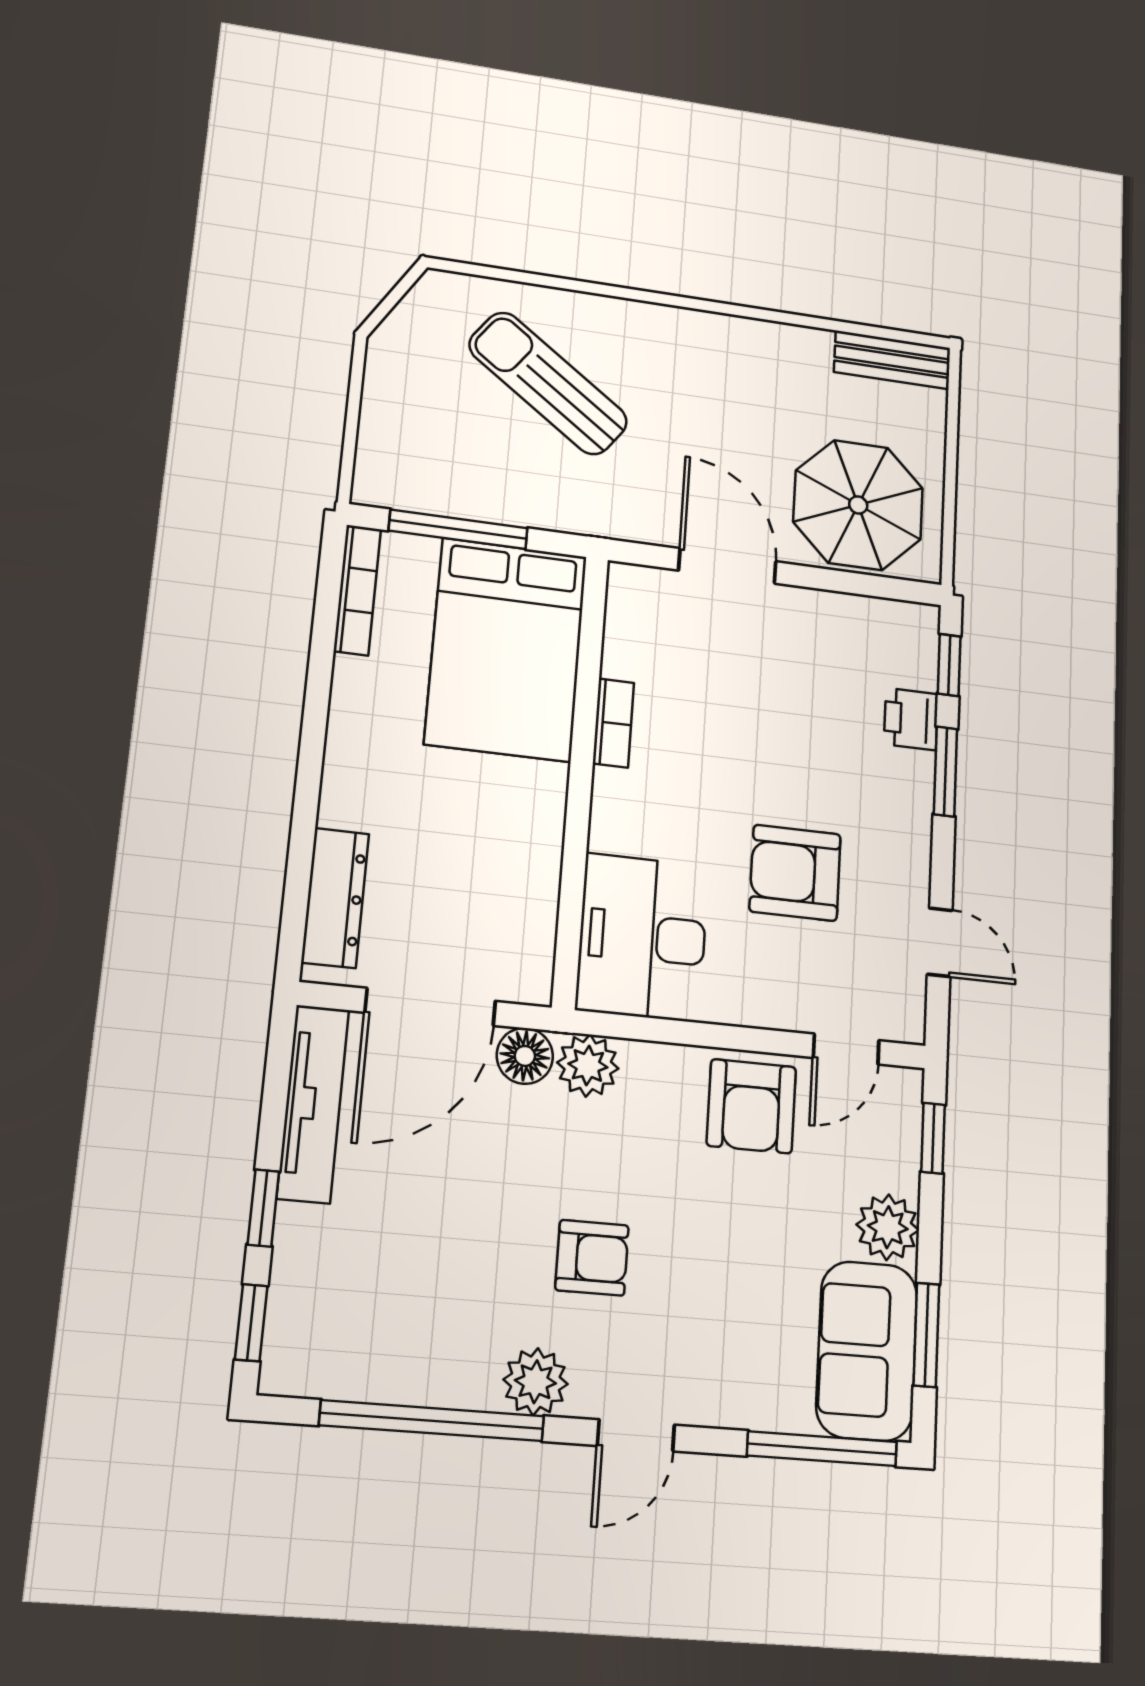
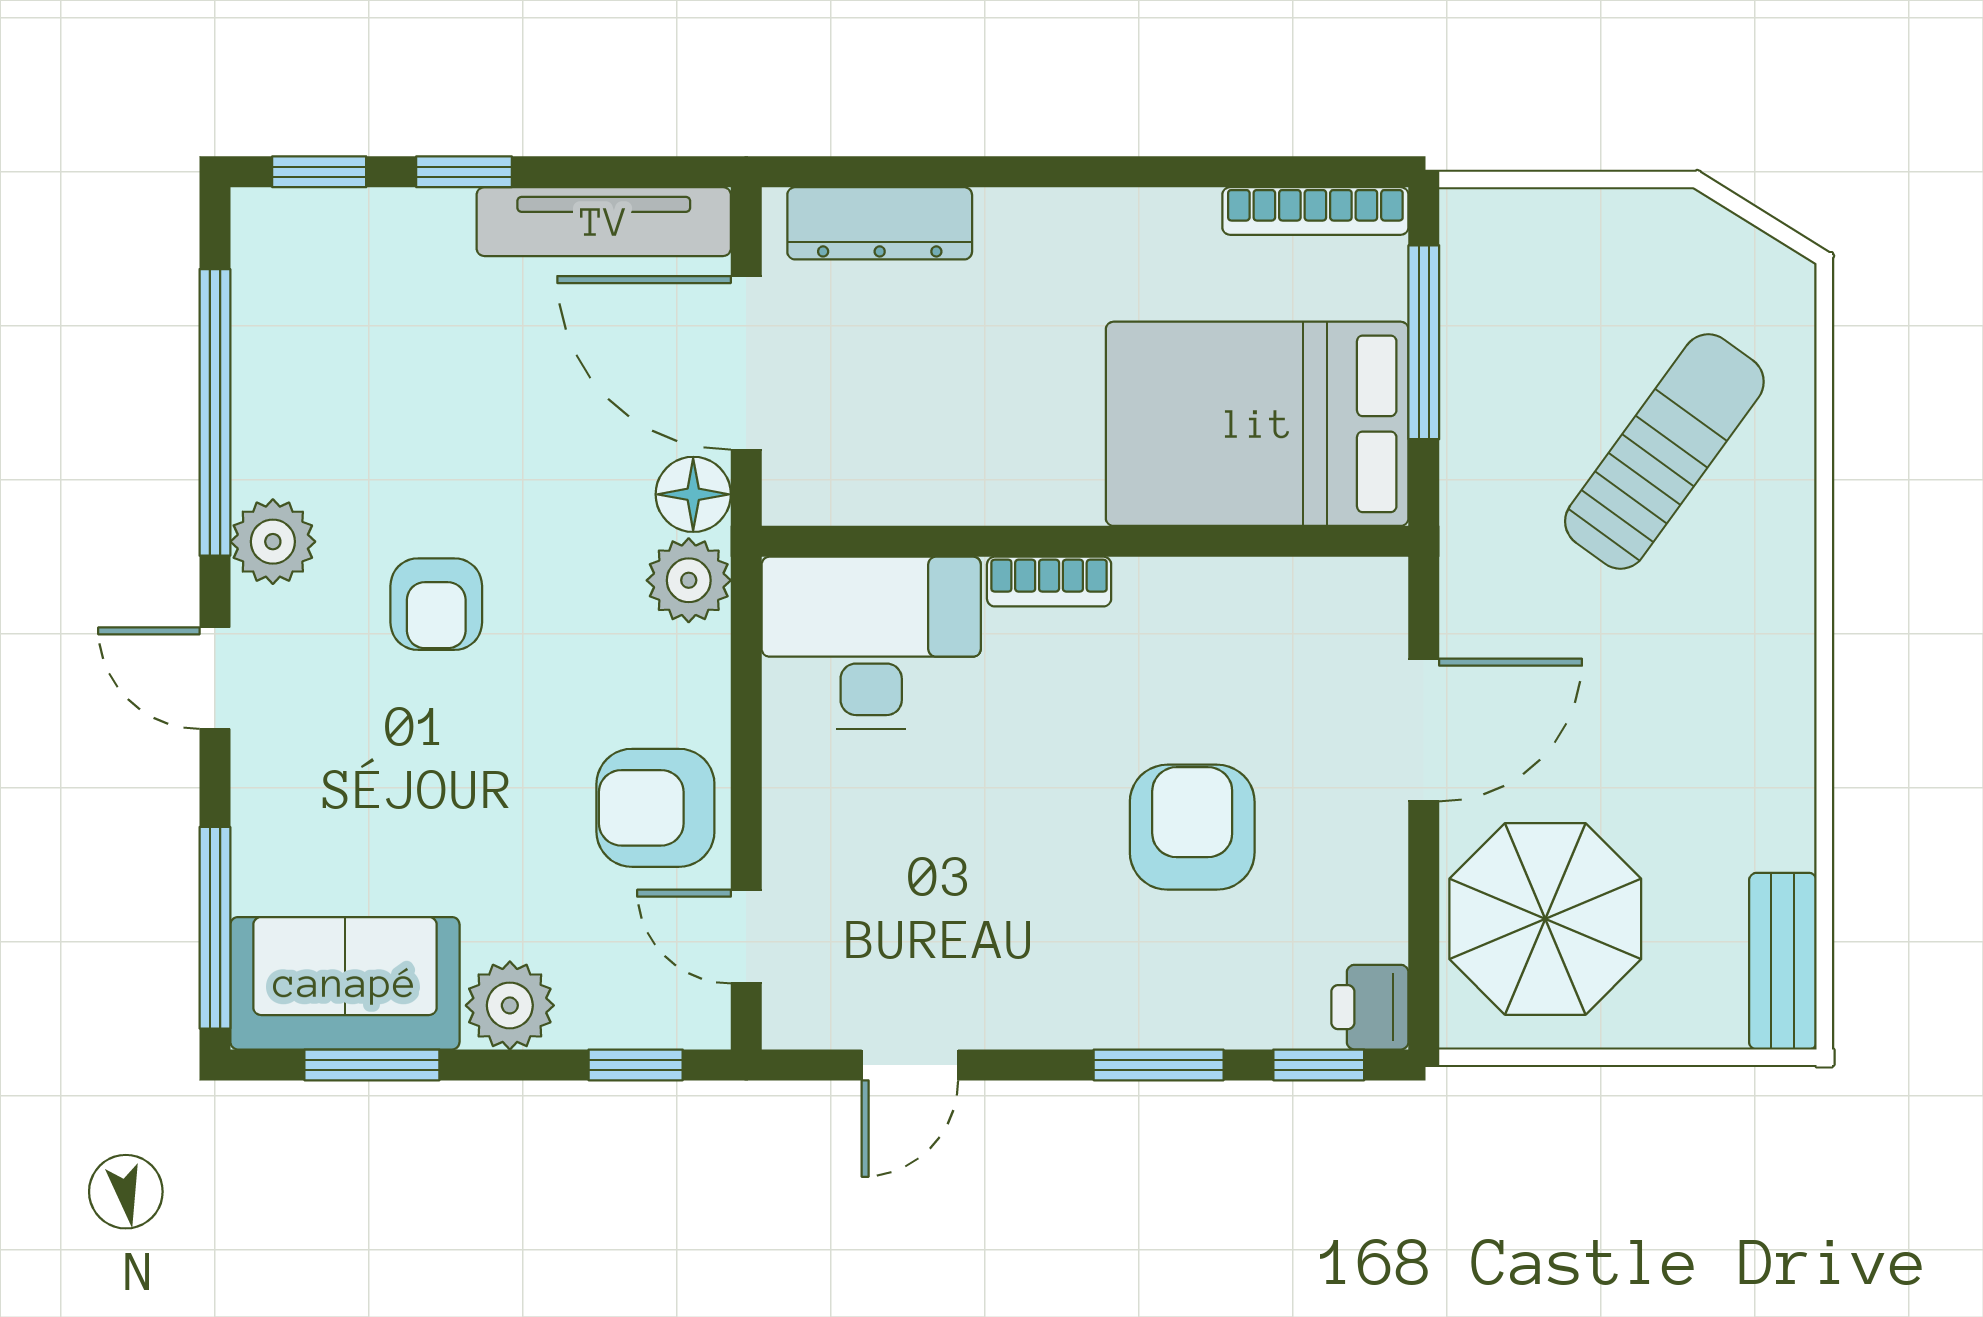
printer: (911, 719) -> (1370, 1007), moved, turned -90
bookcase: (613, 723) -> (1049, 582), moved
armchair: (795, 873) -> (1192, 827), moved

